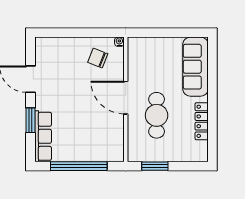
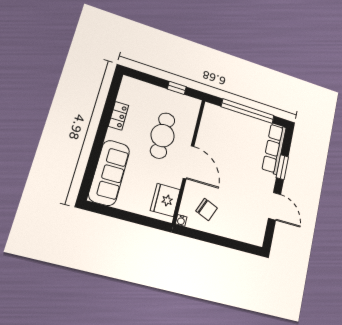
fridge: (139, 56) -> (165, 200), added
locker: (202, 121) -> (119, 116), width x0.66
window: (155, 166) -> (177, 88), width x0.67

